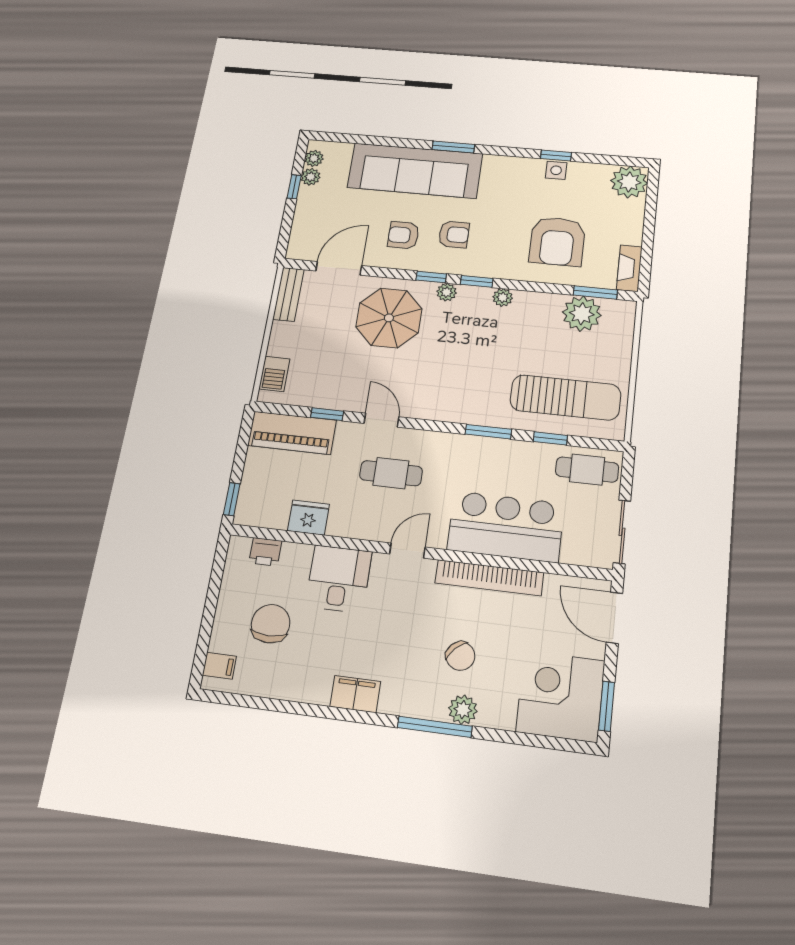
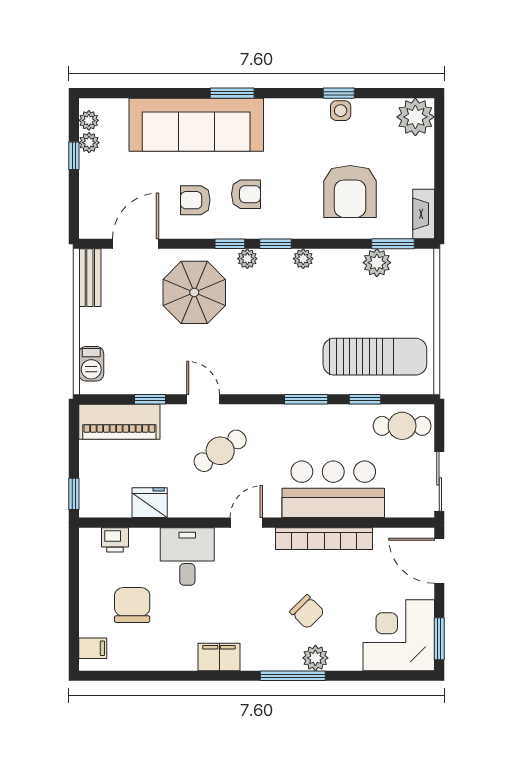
plant: (582, 314) -> (377, 263), width x0.73, depth x0.73
cafe table: (391, 473) -> (220, 451), turned -34

